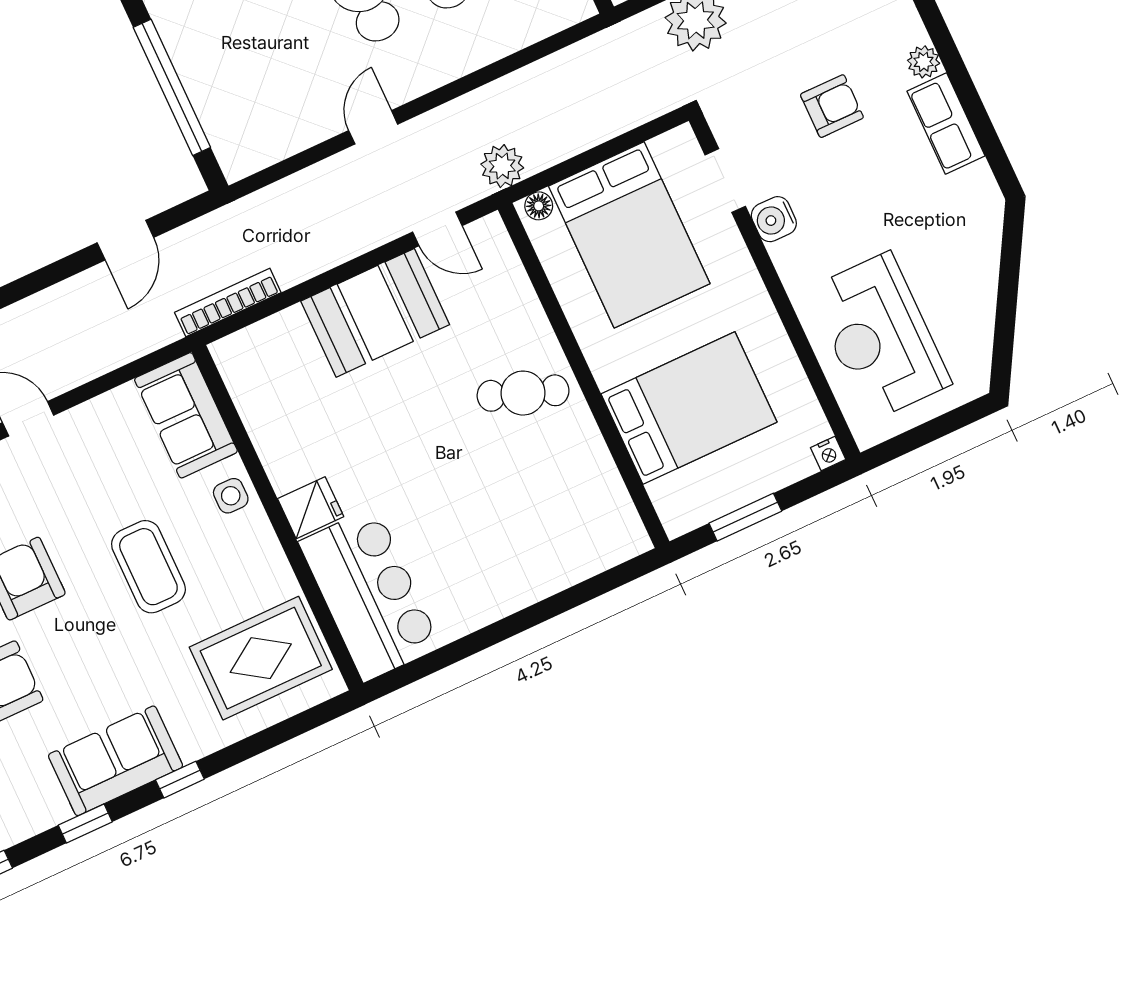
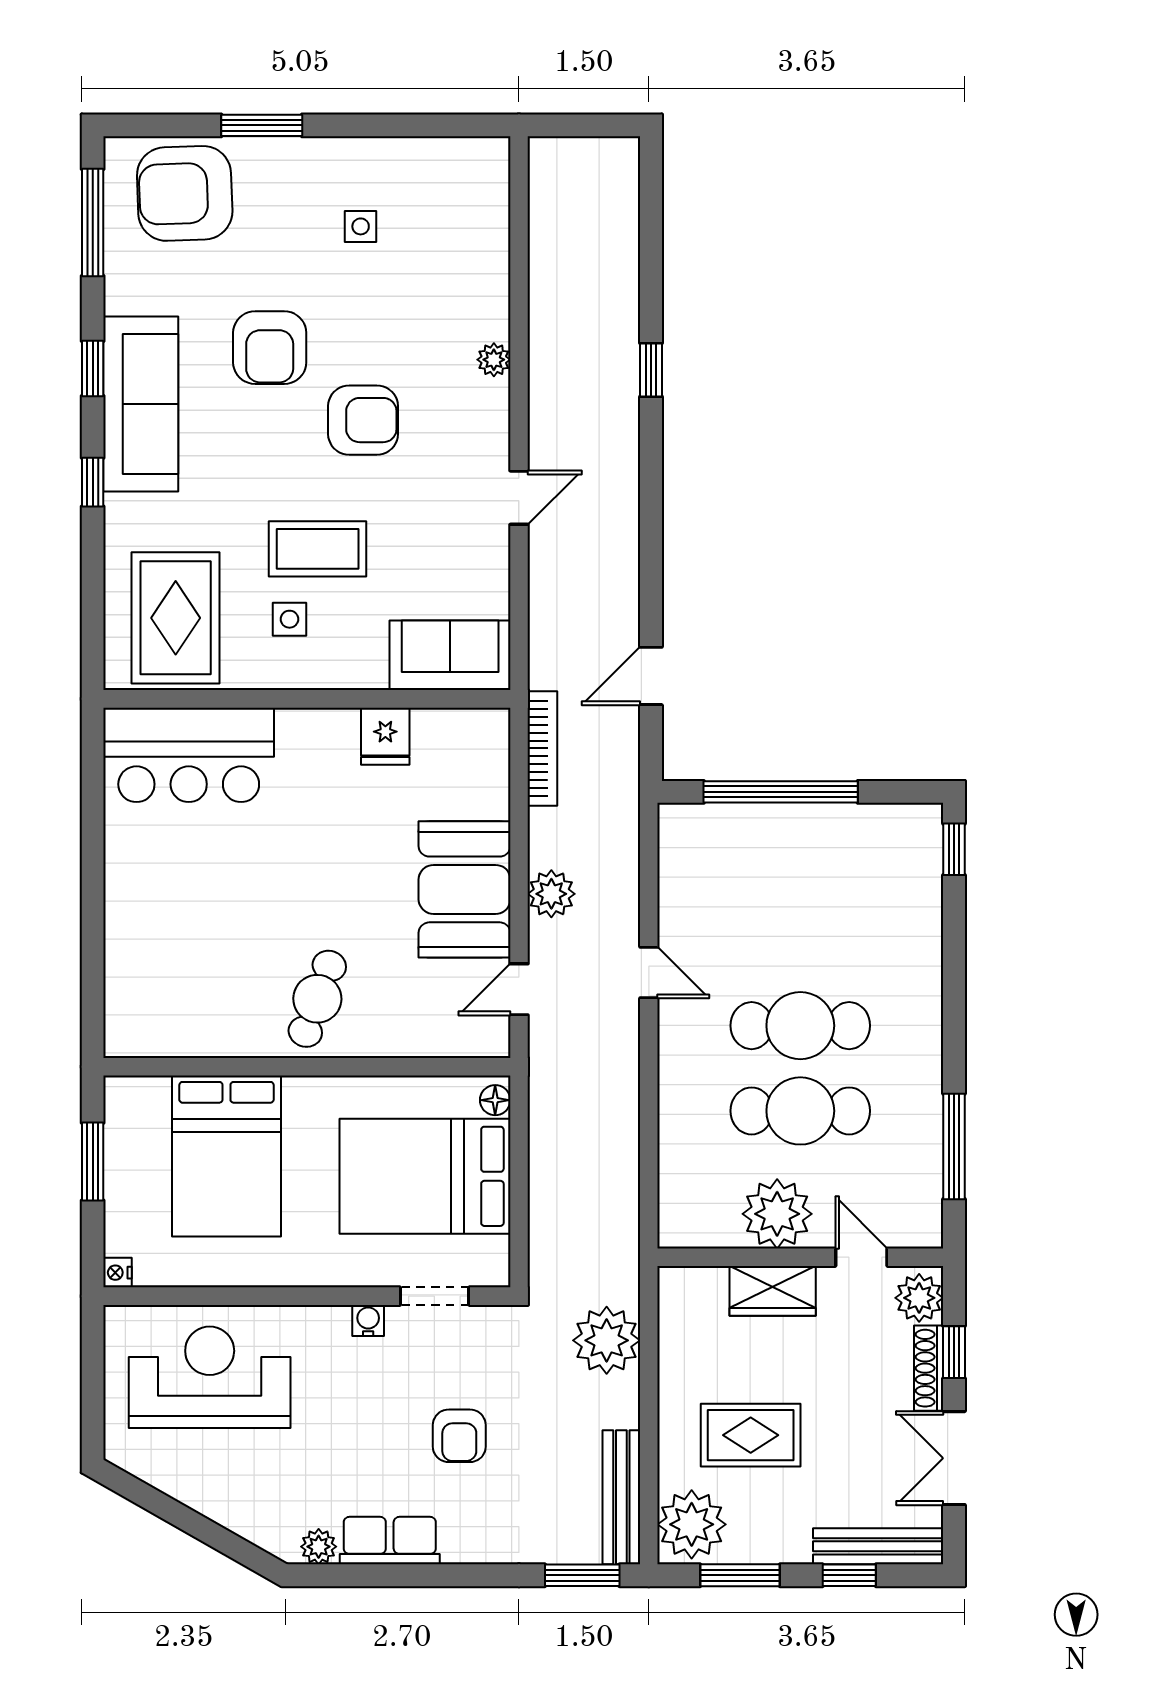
plant: (924, 62) -> (319, 1547), moved
plant: (502, 166) -> (551, 894), moved
water cooler: (774, 219) -> (368, 1320), width x0.72, depth x0.72
door: (125, 240) -> (651, 676), hinge flipped
side table: (231, 496) -> (289, 619), moved
fridge: (311, 508) -> (385, 736), moved
sofa: (116, 761) -> (141, 404), width x1.36

